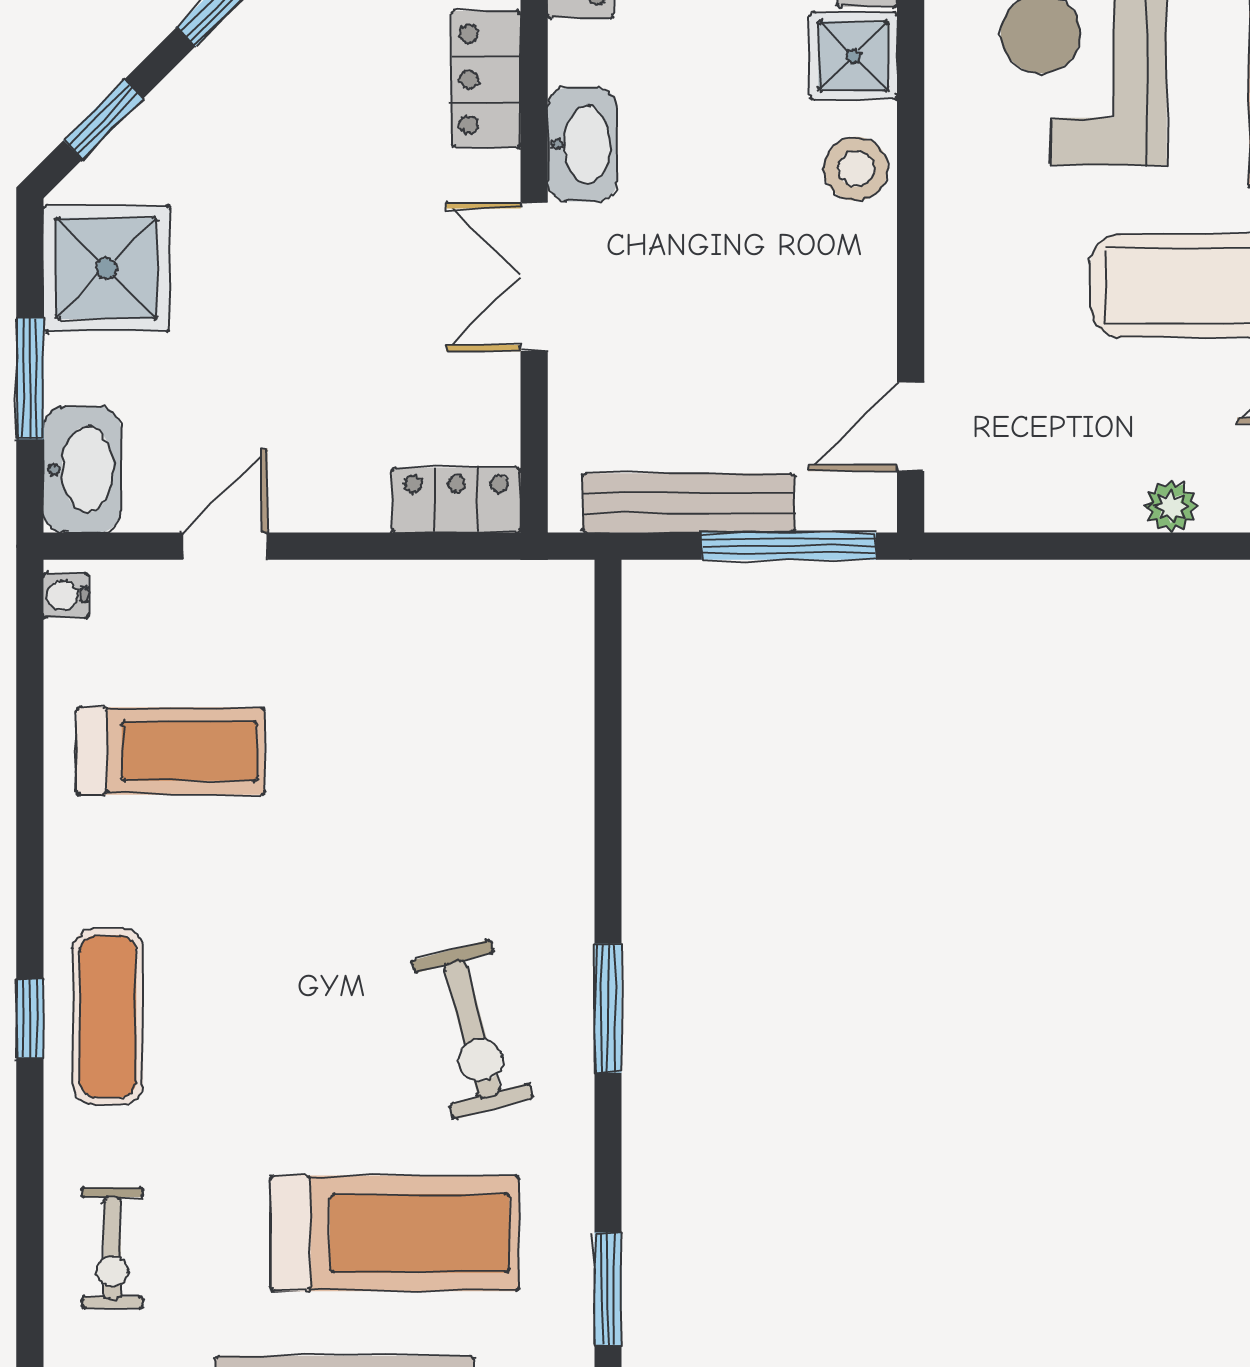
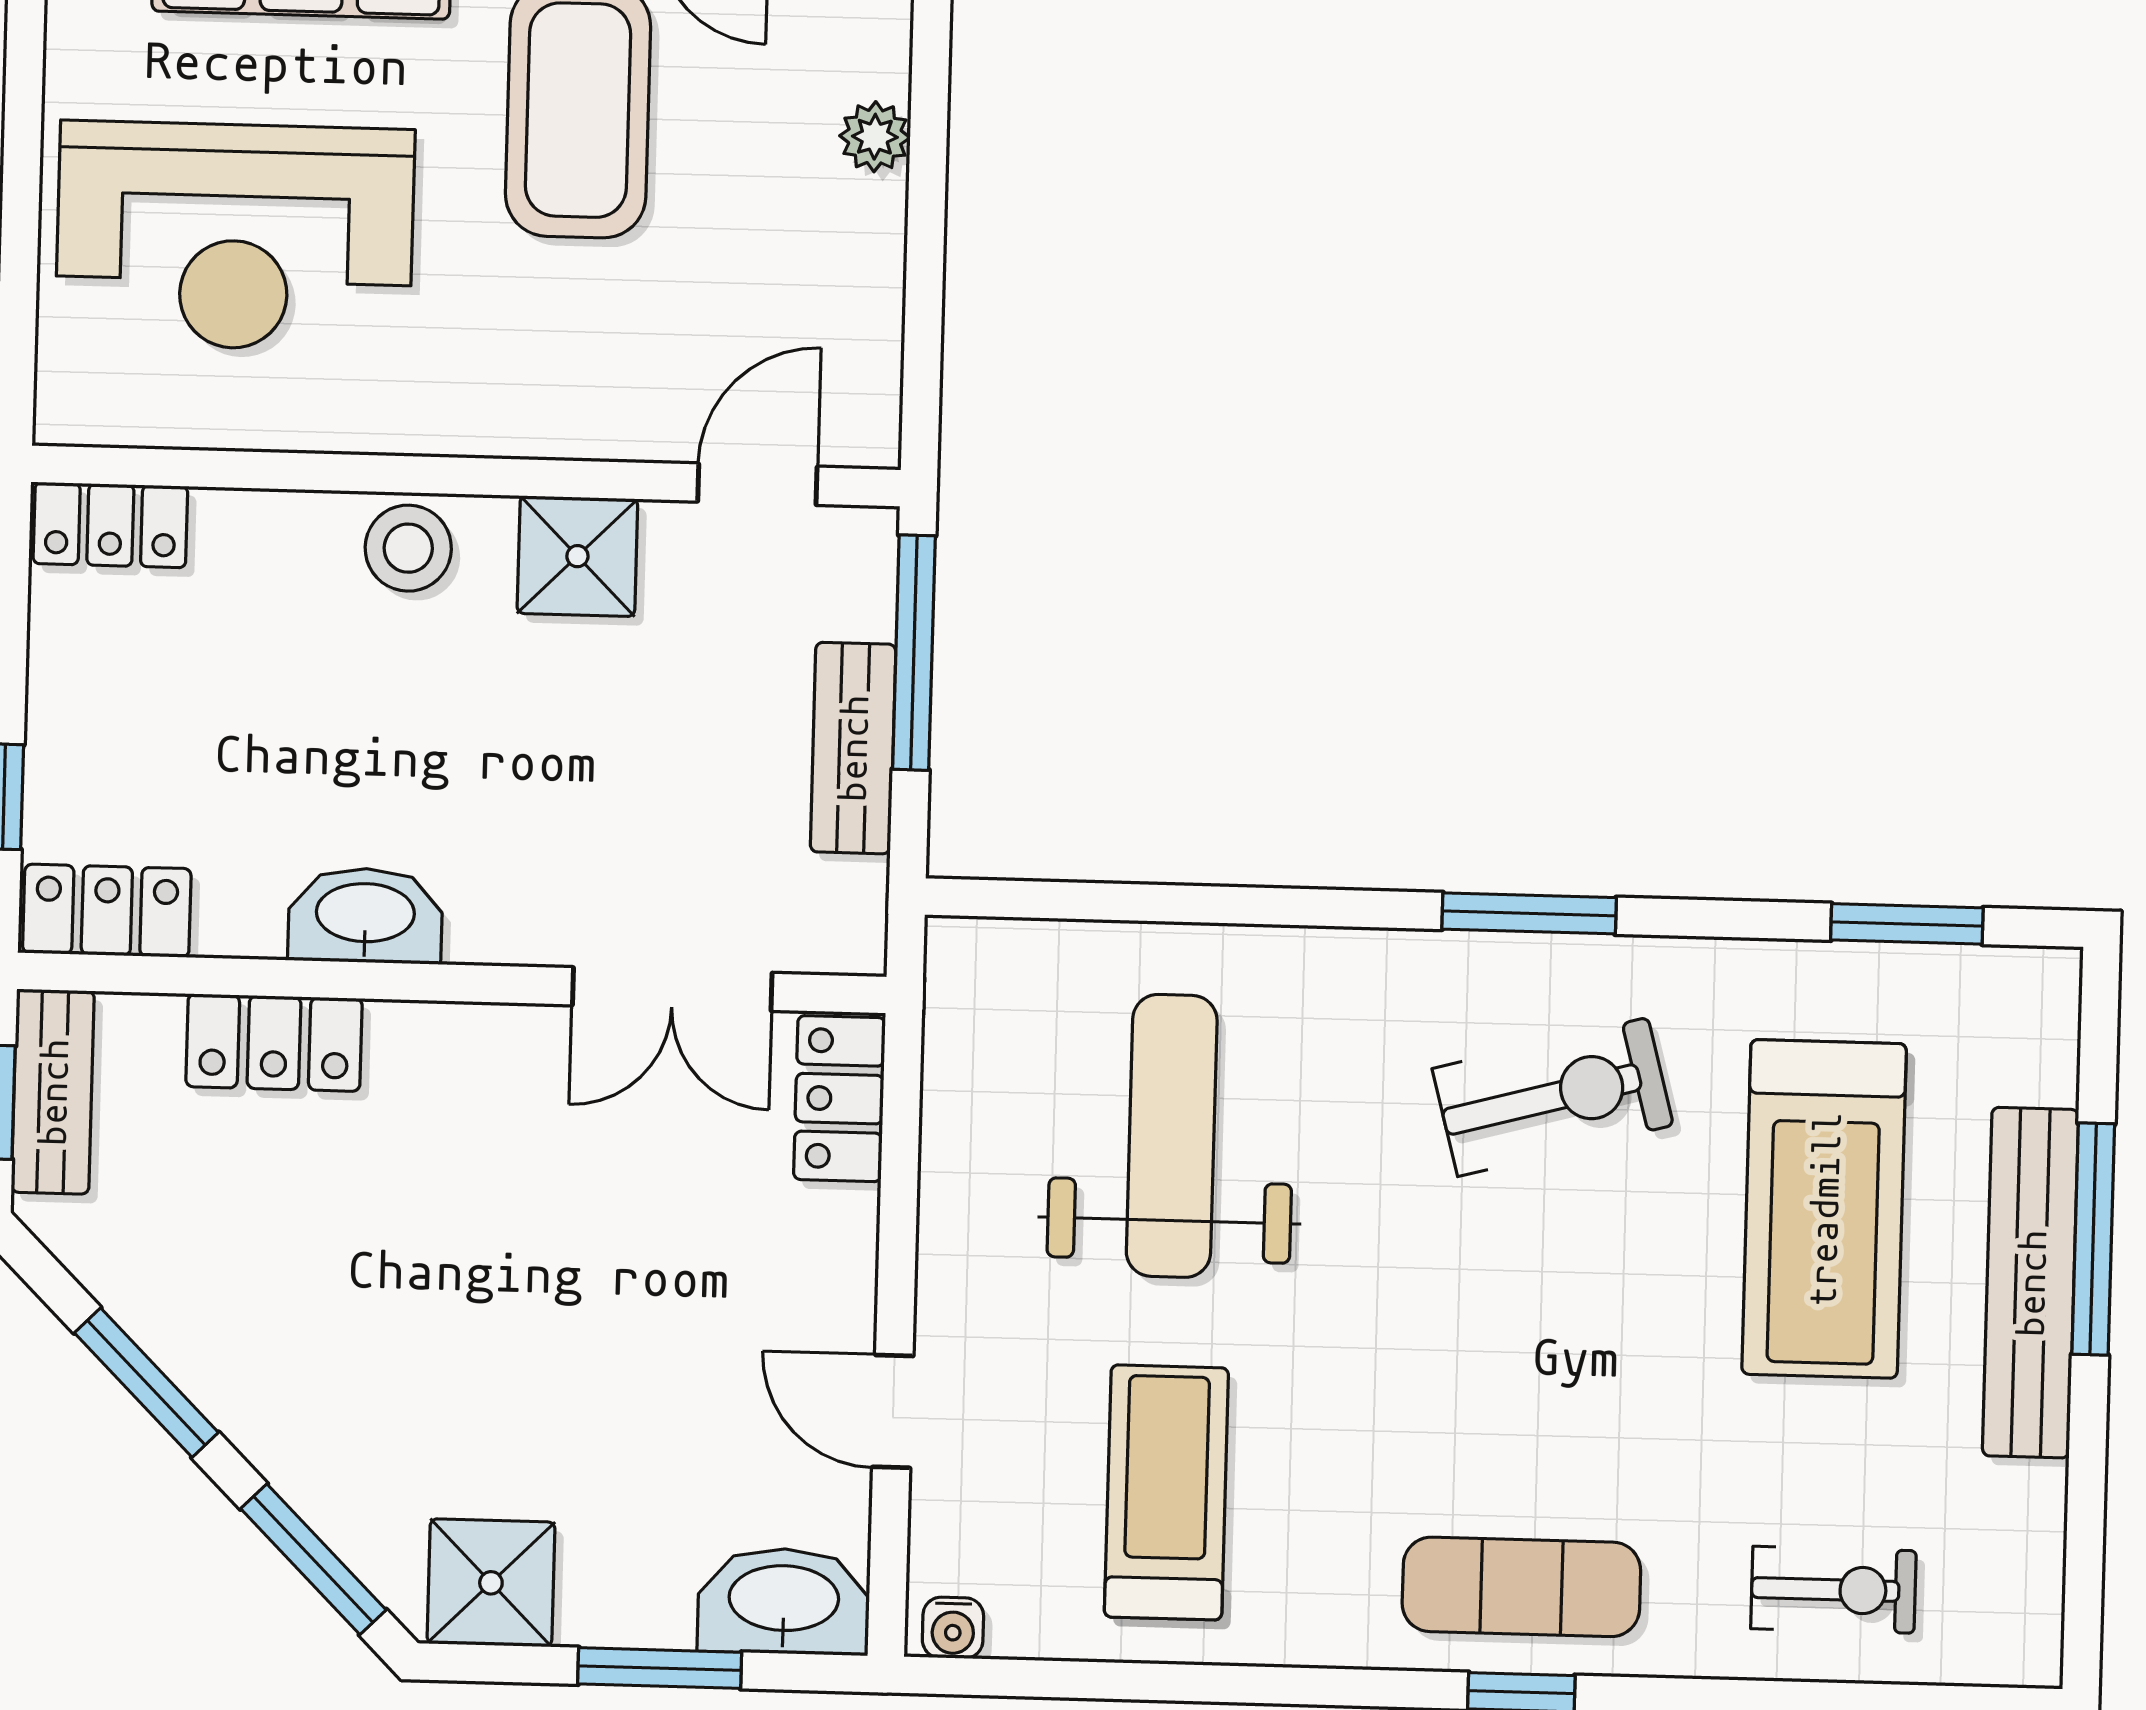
shower: (853, 56) -> (577, 556), moved
window: (103, 119) -> (313, 1559), width x1.50
shower: (106, 268) -> (491, 1583), width x0.73, depth x0.73
double door: (534, 277) -> (672, 989), moved
door: (911, 427) -> (757, 484), swing flipped
bench: (688, 503) -> (853, 748), width x0.73
weight bench: (435, 748) -> (1172, 1136), added
treadmill: (395, 1233) -> (1824, 1209), turned 180

